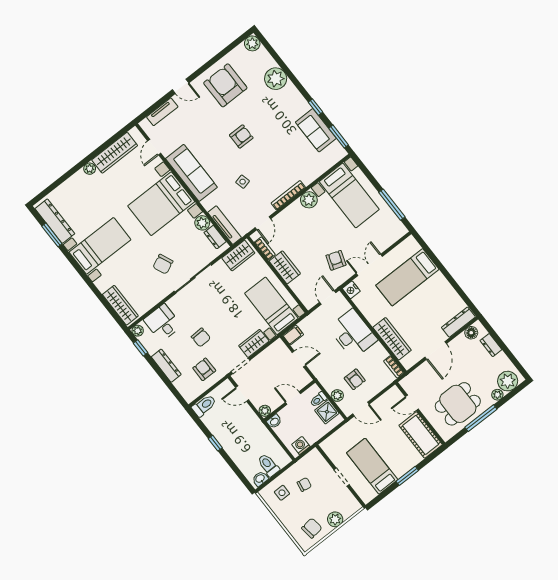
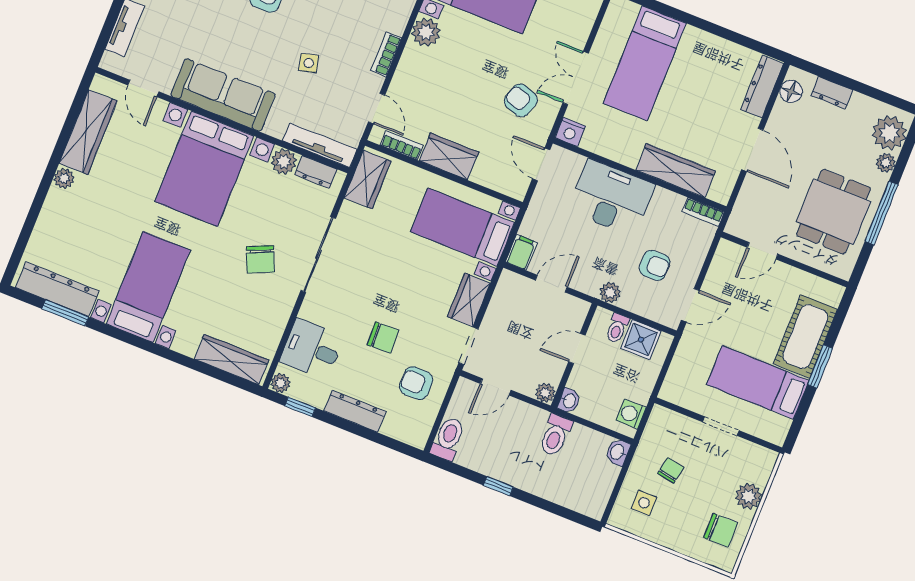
bookcase: (288, 195) -> (386, 54), width x0.64
plant: (337, 396) -> (610, 293), moved
cot: (421, 435) -> (805, 336), moved, turned 90
toilet: (268, 465) -> (555, 435), moved, turned -90
washbasin: (260, 479) -> (618, 452), moved
chair: (312, 528) -> (721, 530), turned 97

